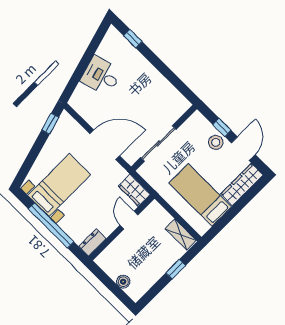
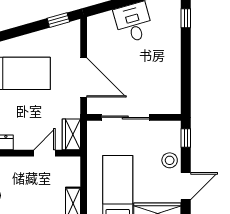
window: (222, 127) -> (186, 138), moved

